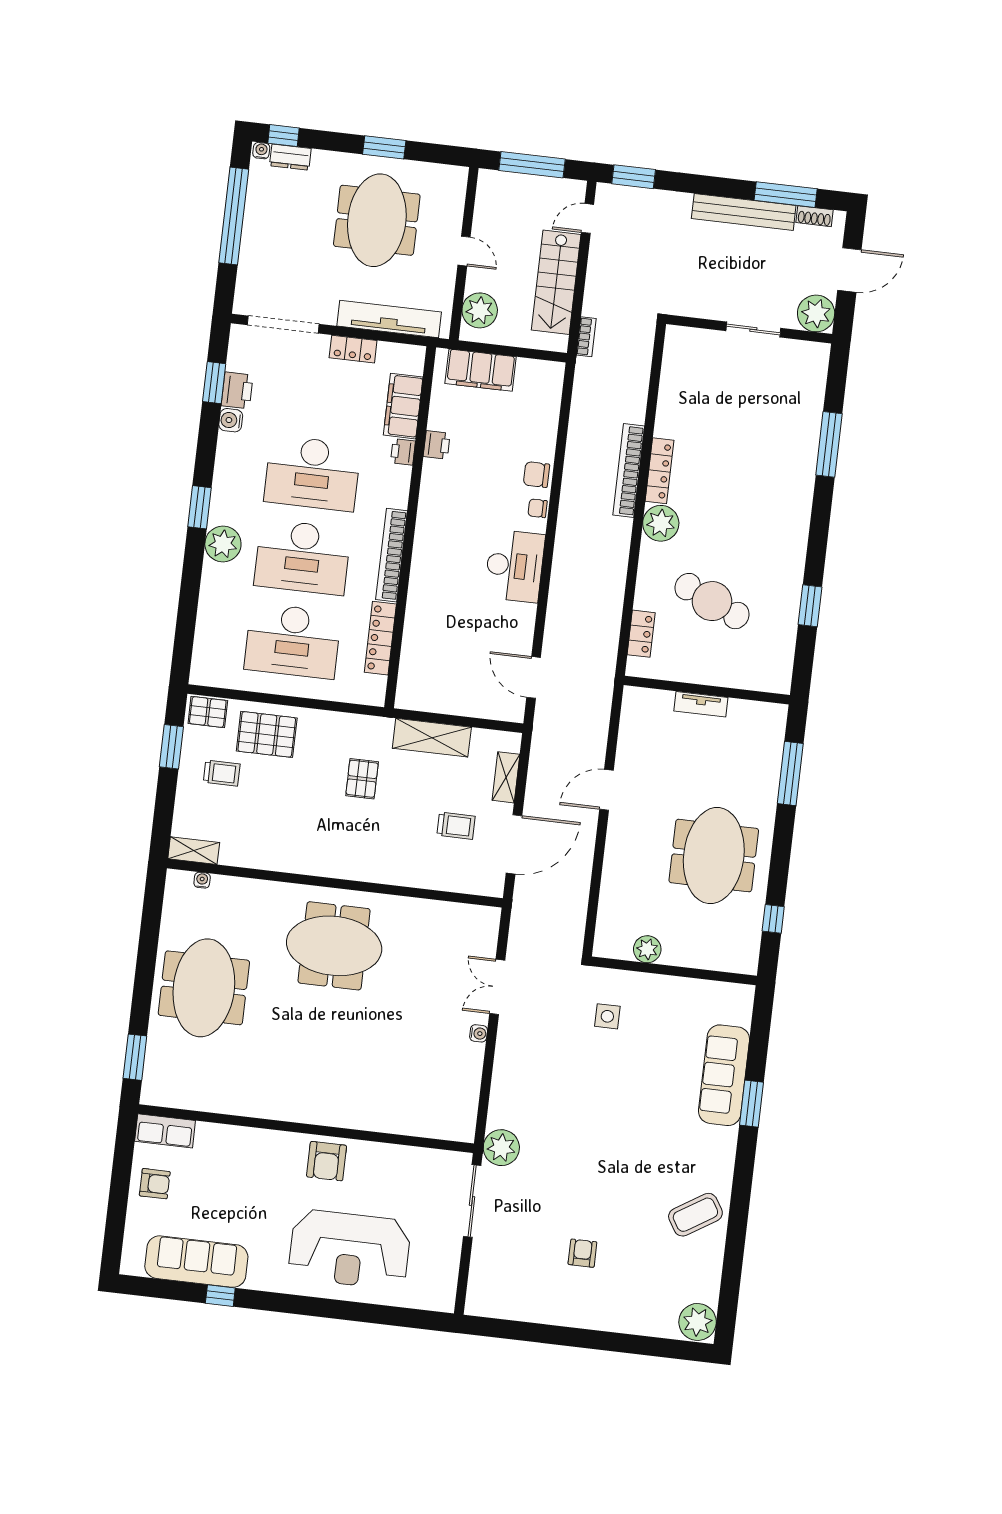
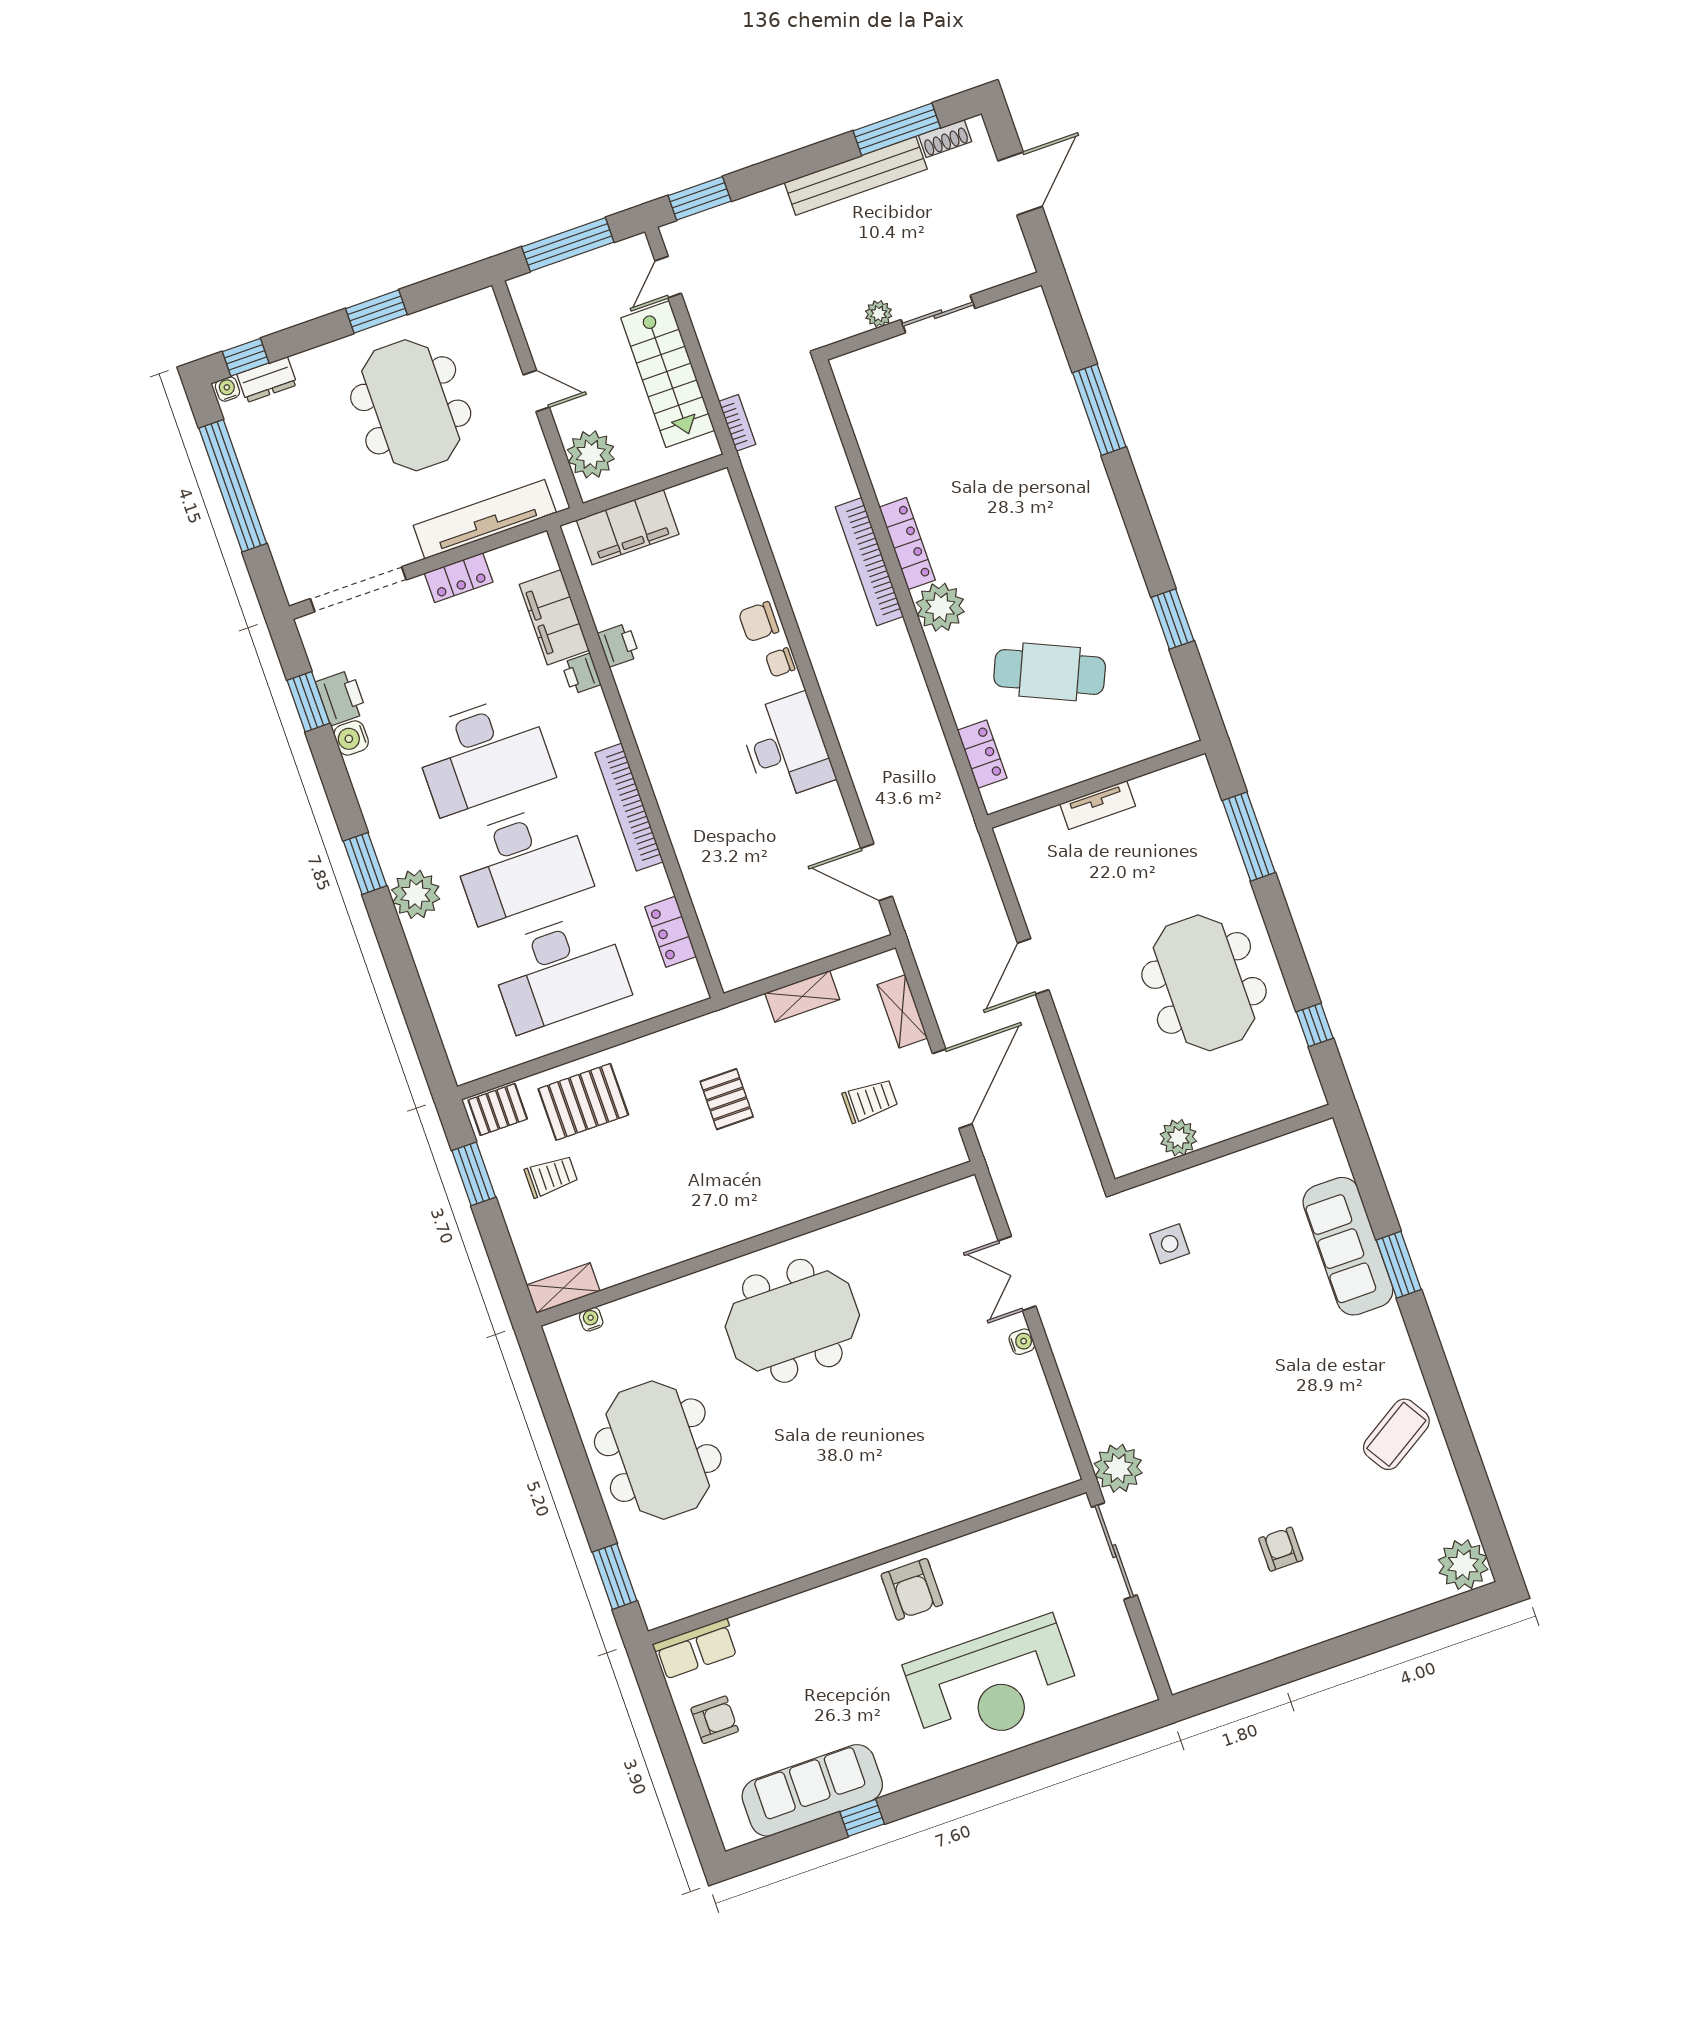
plant: (816, 313) -> (879, 314), moved, width x0.53, depth x0.53
locker: (380, 638) -> (671, 932), width x0.66
shelving: (432, 738) -> (802, 996), width x0.67, depth x0.75

